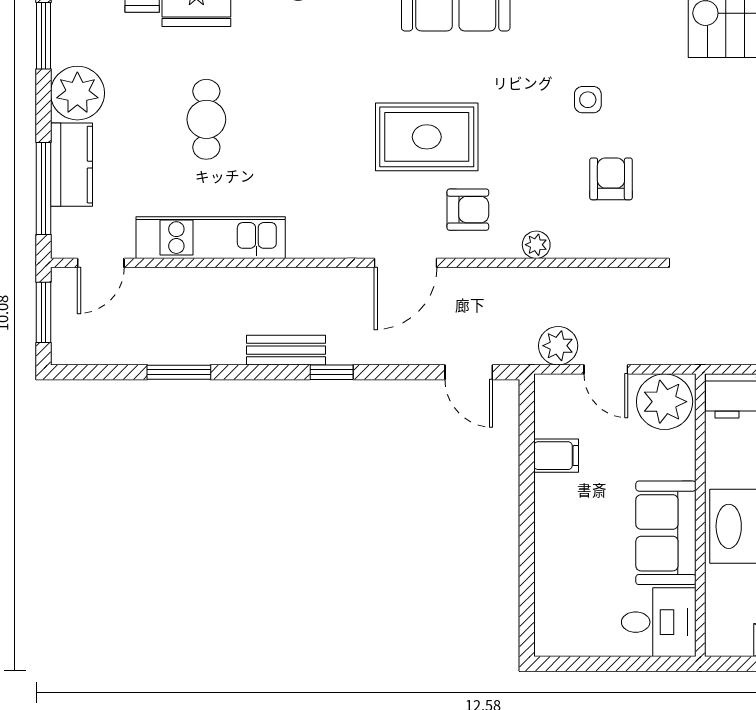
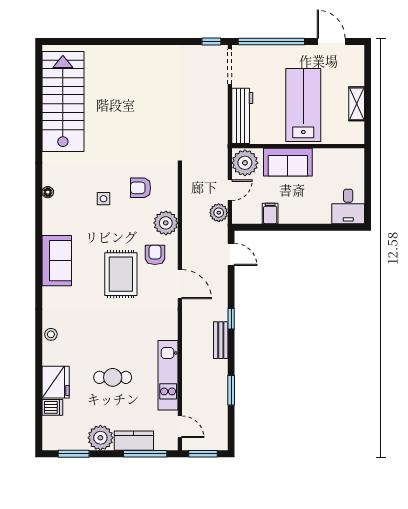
plant: (536, 245) -> (166, 223), width x1.88, depth x1.88
door: (469, 372) -> (231, 254), hinge flipped
sofa: (666, 533) -> (288, 162), moved
desk: (659, 622) -> (348, 207), moved, turned 180

